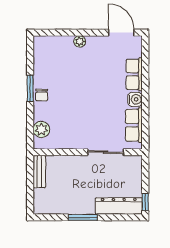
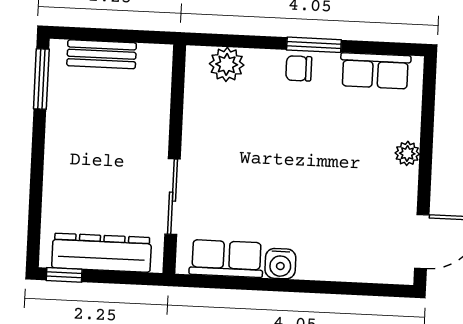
row of seats: (134, 74) -> (375, 71), moved, turned 180
bench: (39, 172) -> (102, 54), moved
dresser: (119, 206) -> (102, 253), moved, turned -90
window: (83, 217) -> (41, 79), moved

